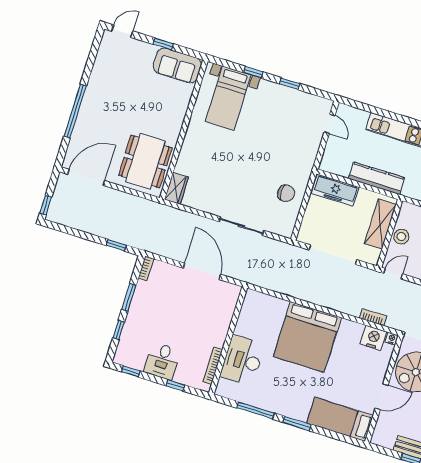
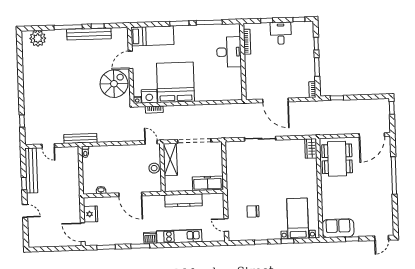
chair: (286, 193) -> (253, 211), moved
shelving: (380, 224) -> (170, 159), moved
door: (393, 274) -> (151, 142), swing flipped
bed: (307, 337) -> (175, 82), moved

